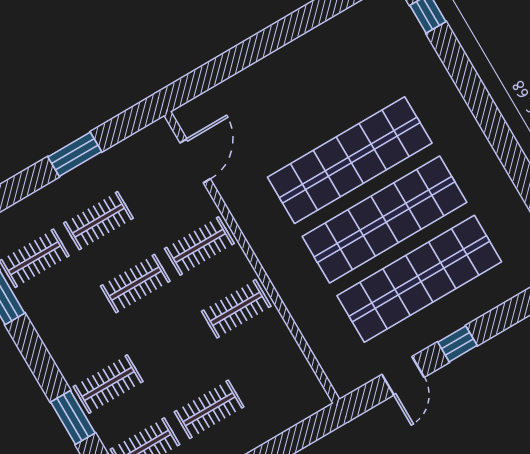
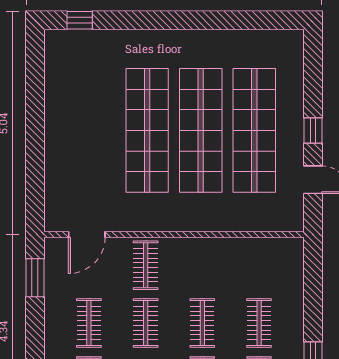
window: (75, 154) -> (35, 278), moved
door: (195, 161) -> (87, 234), swing flipped
clothes rail: (236, 309) -> (202, 323), moved

